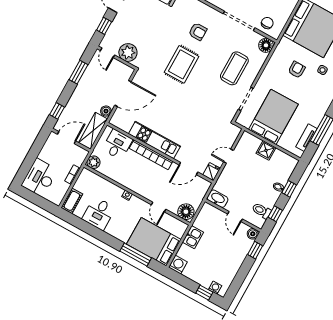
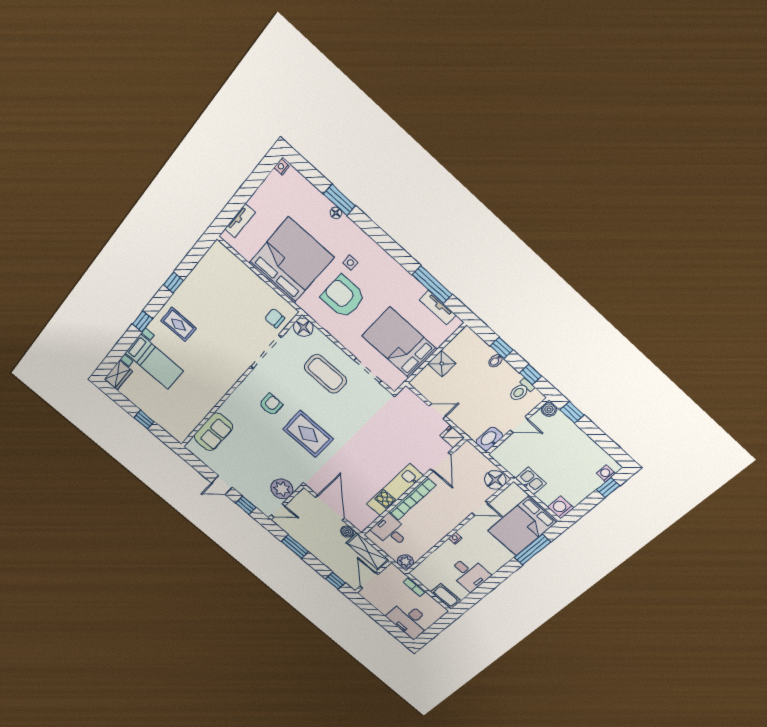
armchair: (297, 70) -> (343, 297), width x1.88, depth x1.88
door: (229, 156) -> (437, 411), swing flipped

